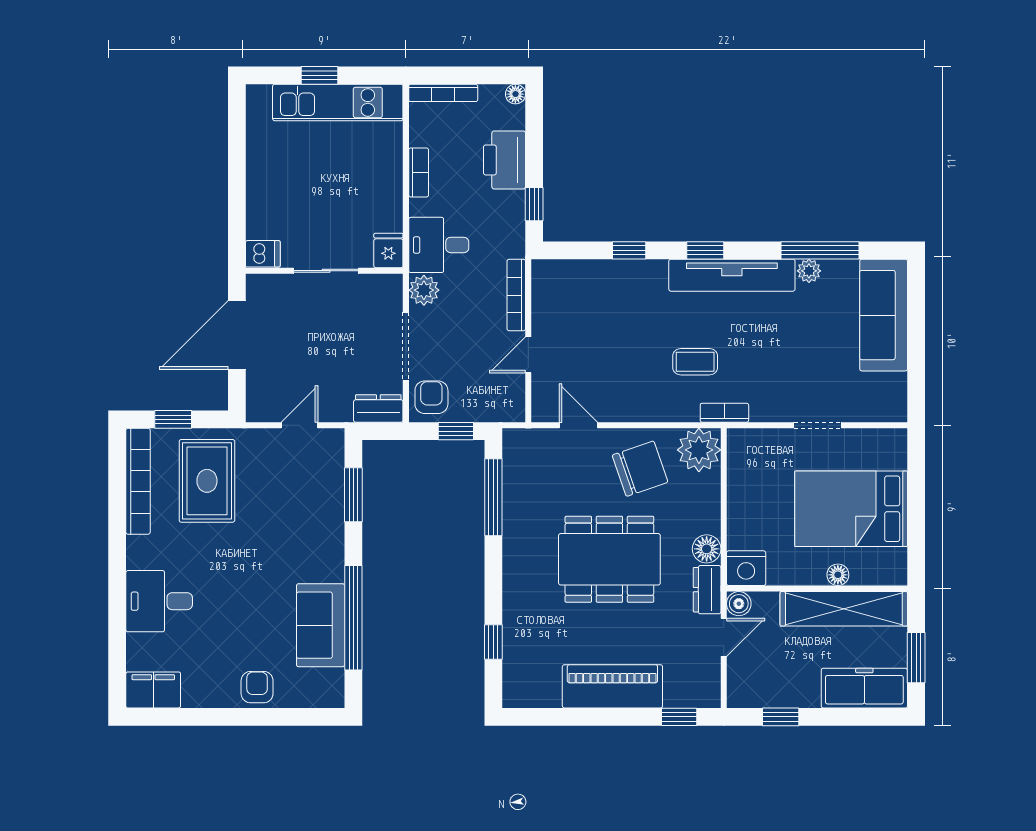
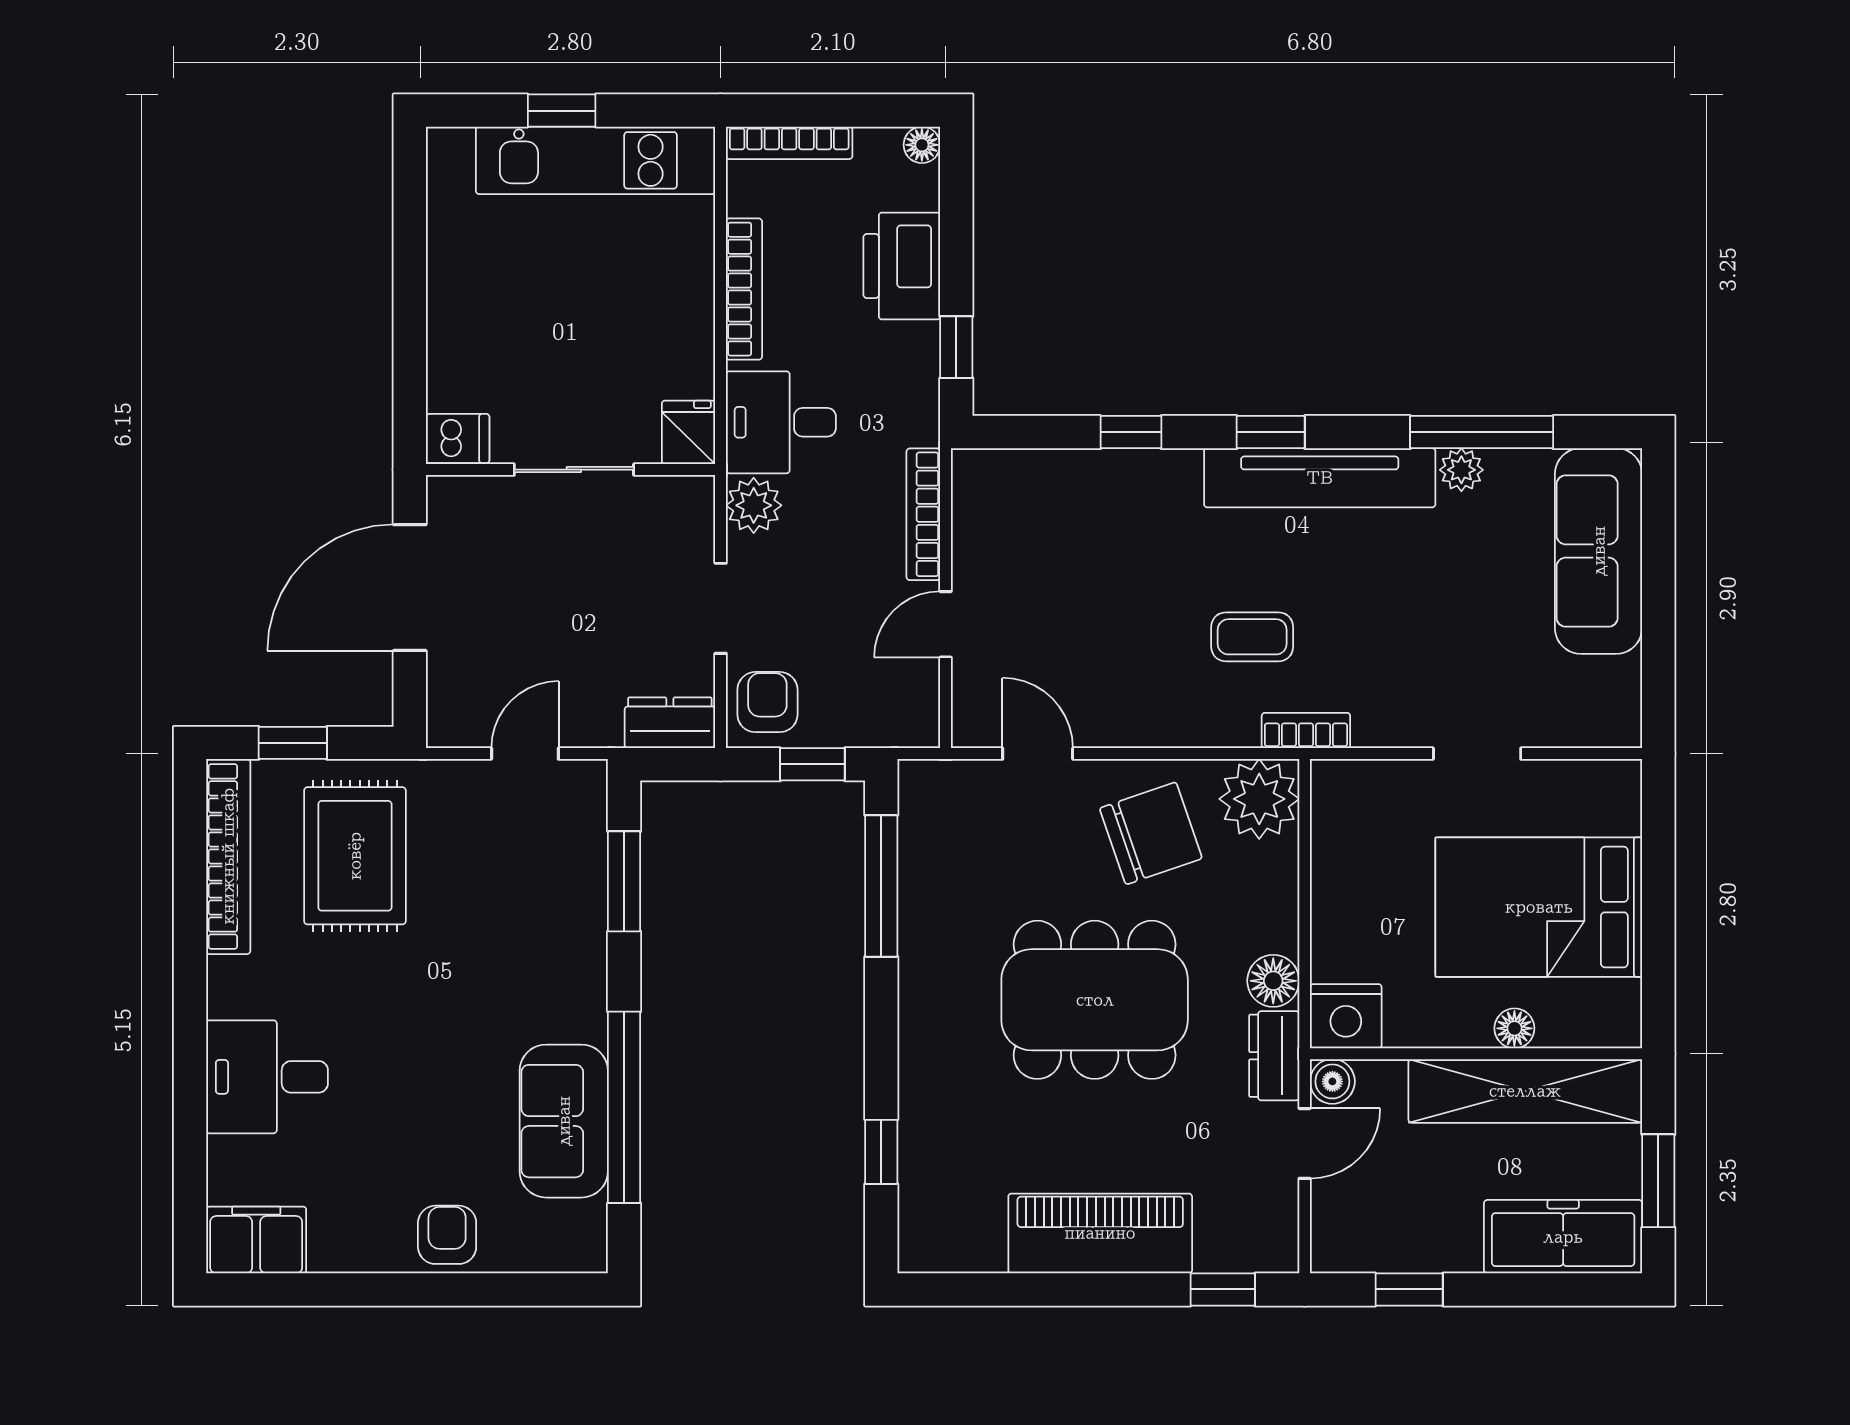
bookcase: (419, 172) -> (744, 289), width x1.56
doorway: (406, 346) -> (721, 608), width x0.73

